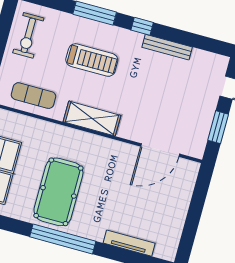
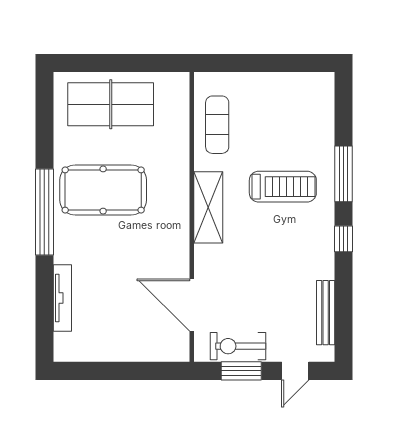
exercise bike: (28, 35) -> (238, 346), moved
bench: (167, 47) -> (326, 313), moved
treadmill: (92, 60) -> (283, 187), turned -90

